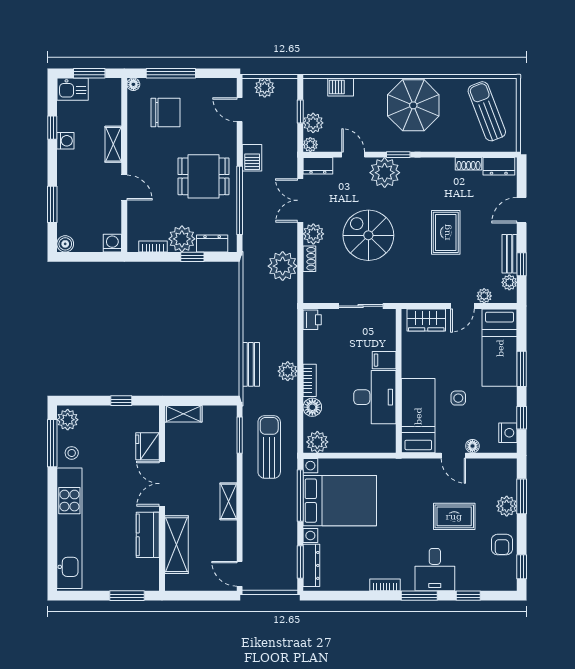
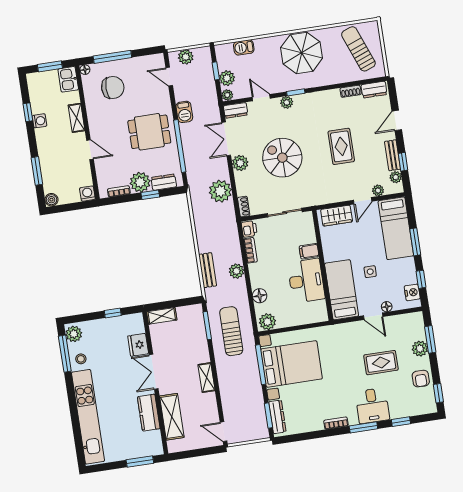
kitchen sink: (73, 89) -> (68, 79), moved, turned 90
plant: (385, 173) -> (287, 102), width x0.53, depth x0.53
shoe rack: (309, 259) -> (244, 207), moved
bookcase: (310, 380) -> (250, 250), moved

